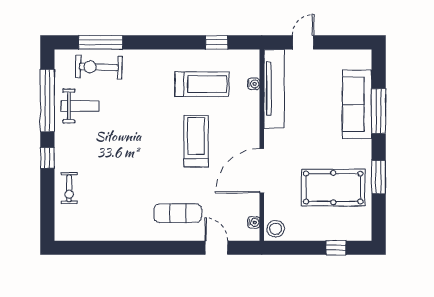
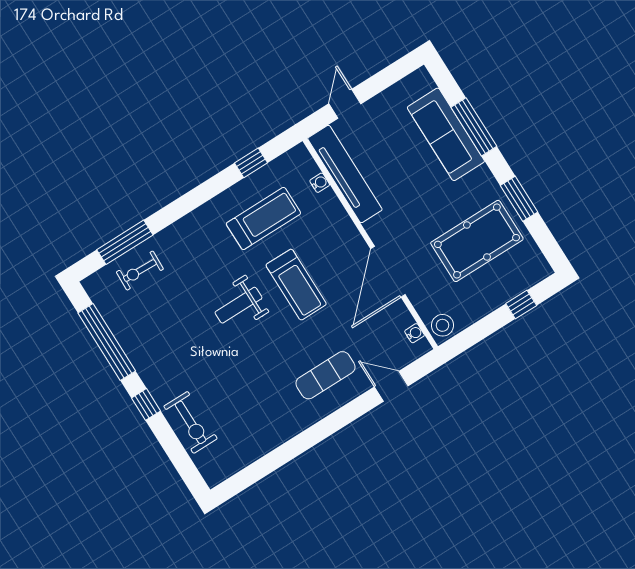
exercise bike: (99, 67) -> (140, 271), width x0.73, depth x0.72
weight bench: (80, 106) -> (239, 305), moved, turned 180
treadmill: (196, 141) -> (296, 285), turned 180
exercise bike: (69, 188) -> (191, 422), width x1.38, depth x1.39

